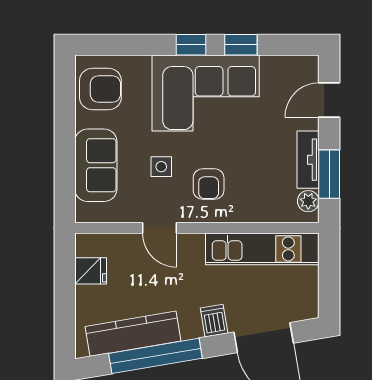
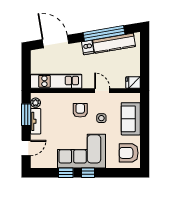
fridge: (91, 271) -> (133, 83), moved
dishwasher: (214, 321) -> (88, 47), moved

